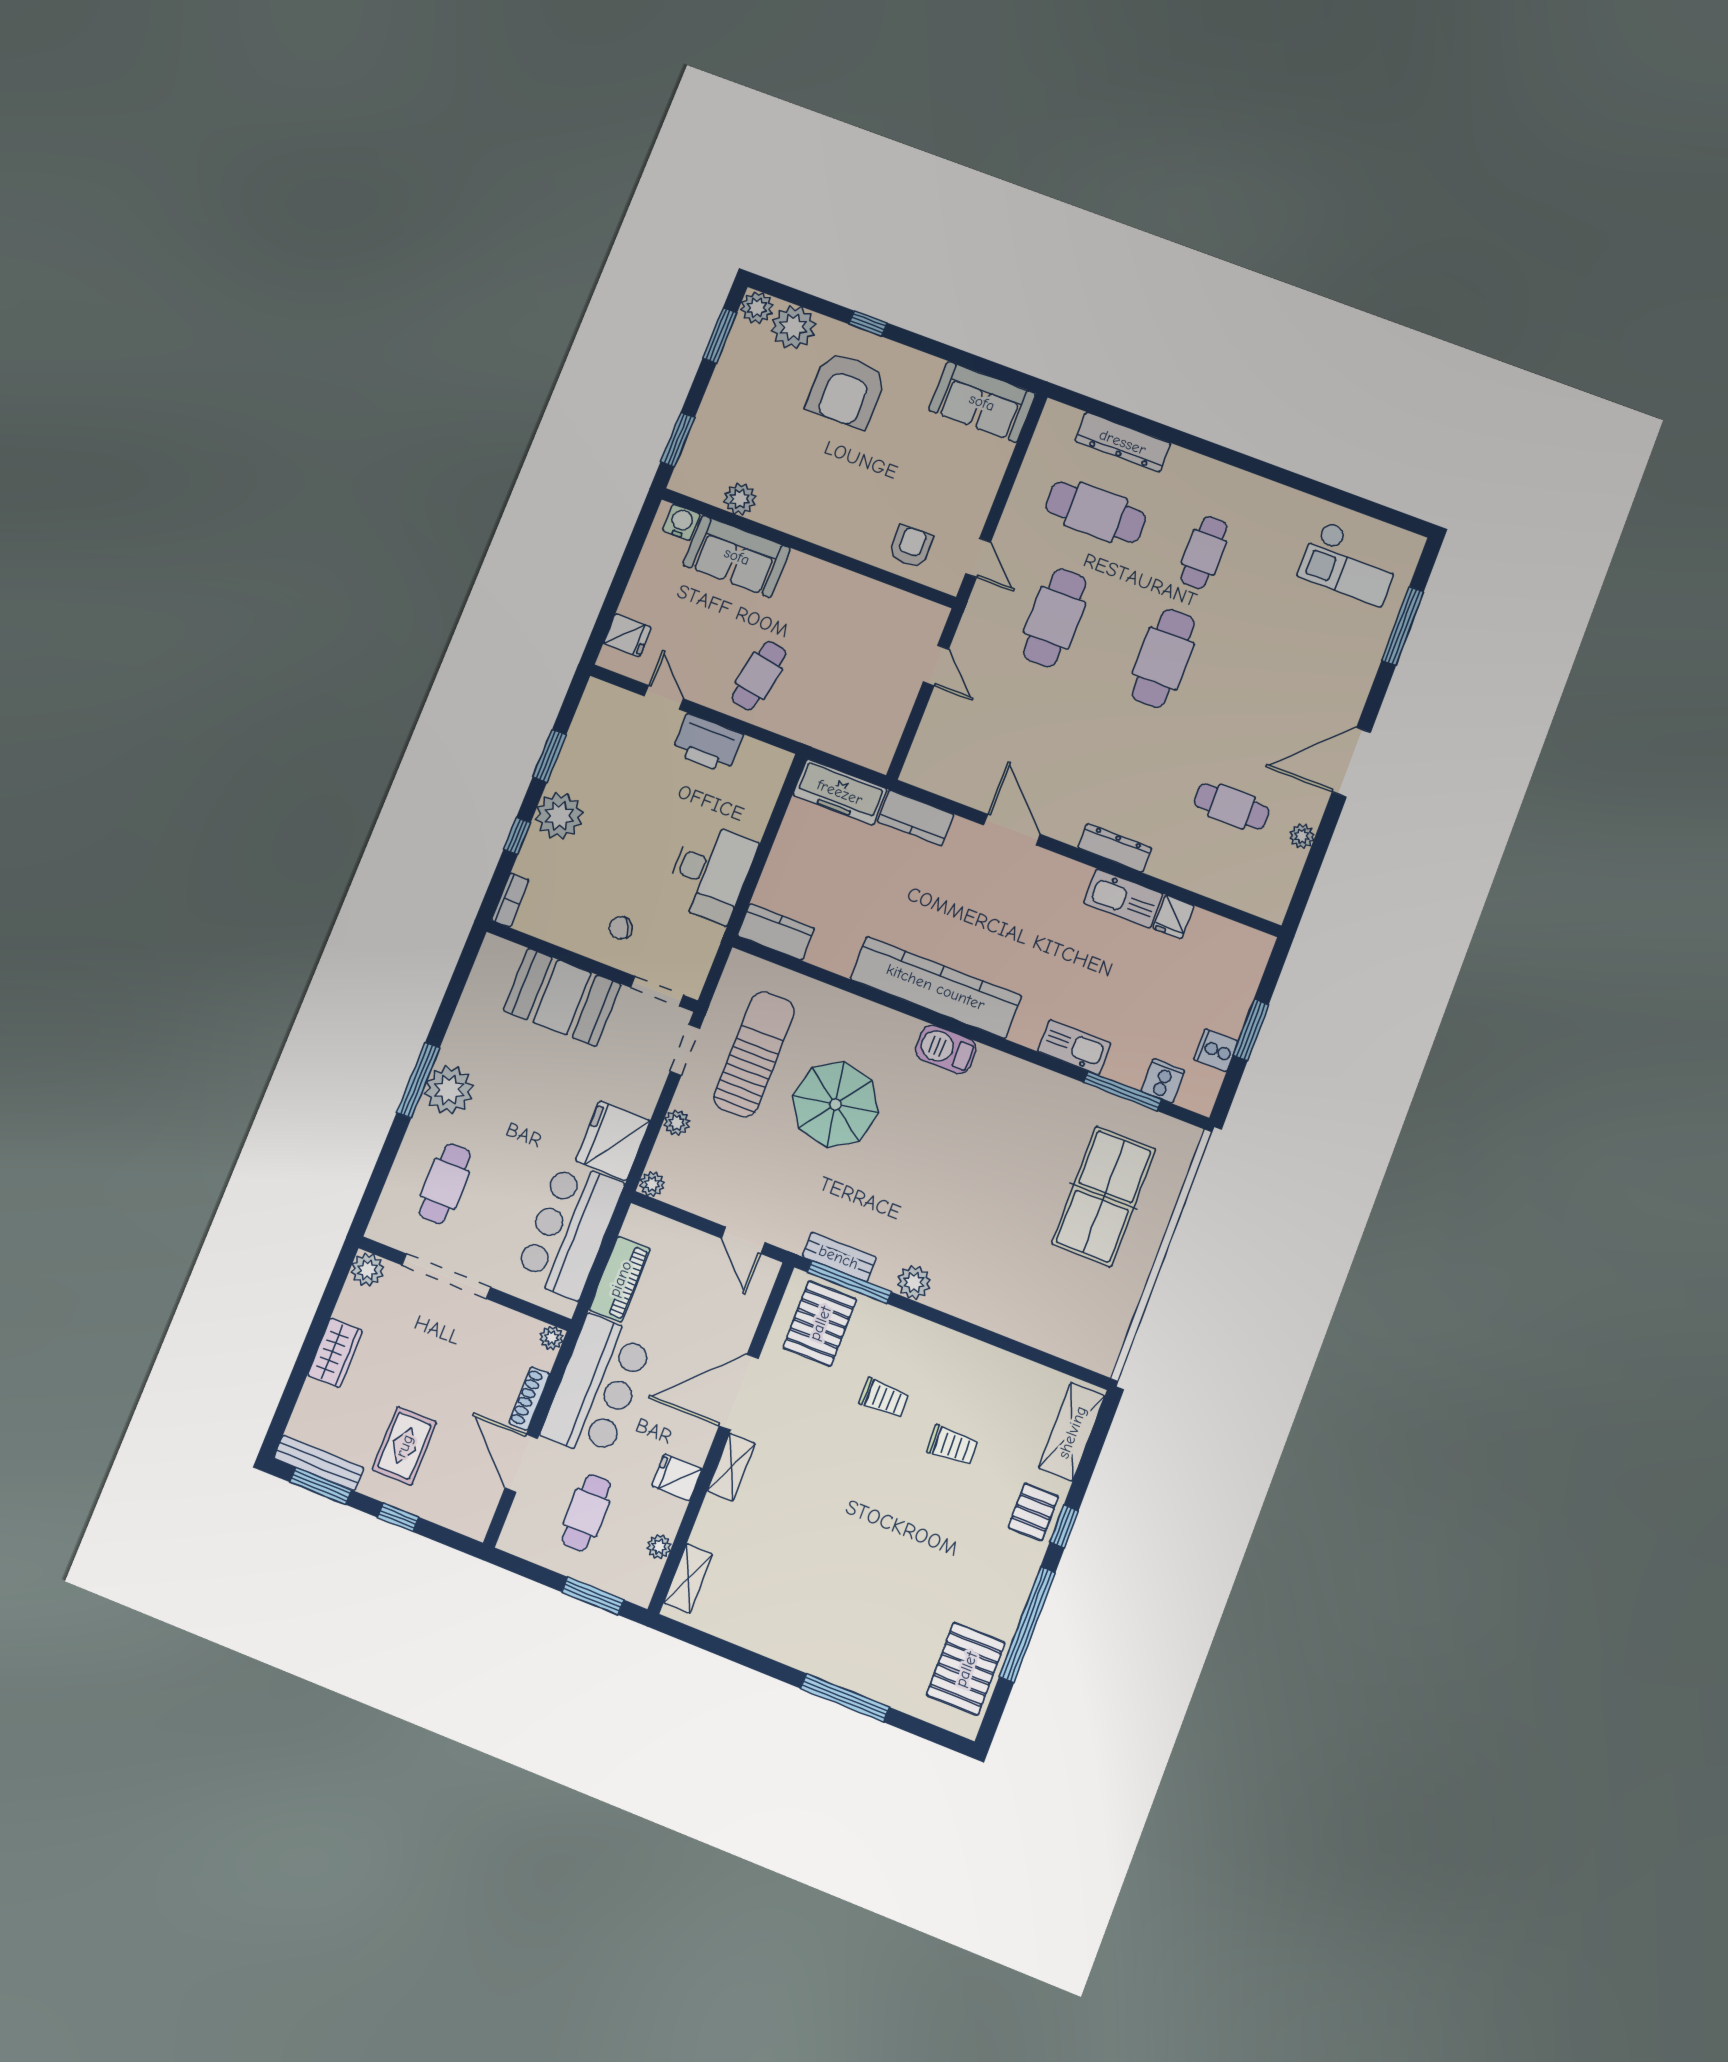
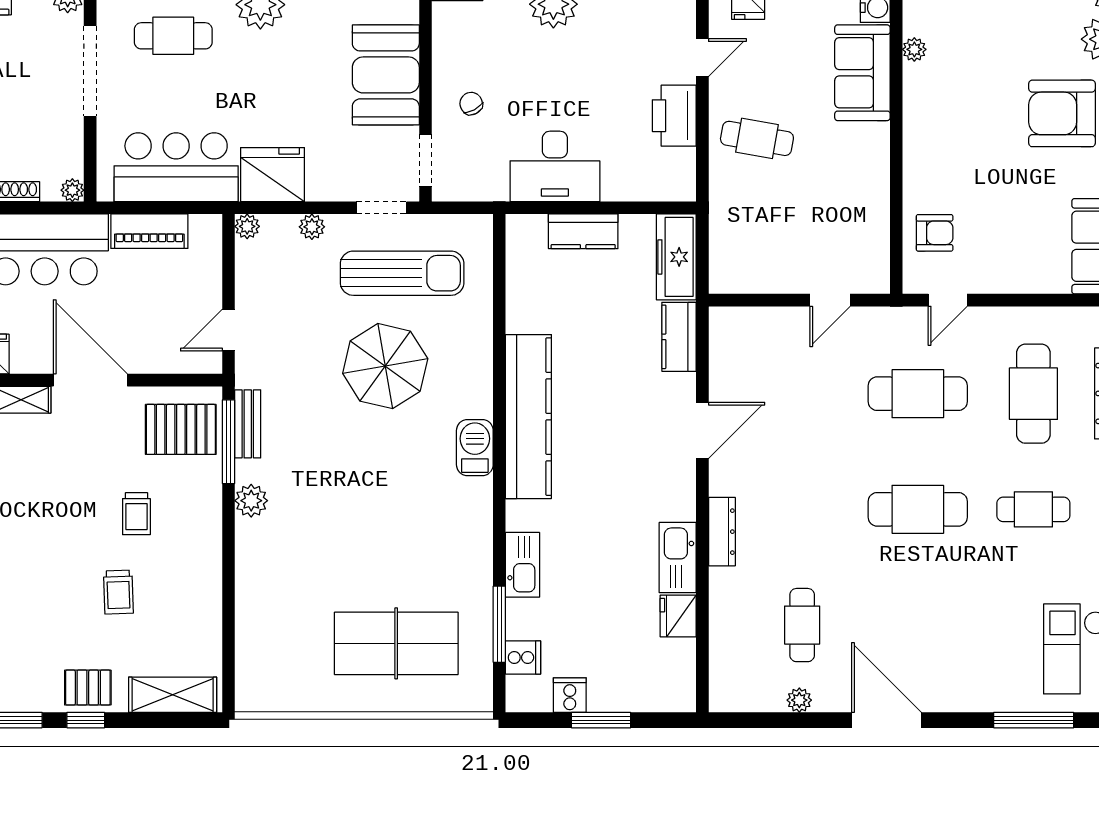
plant: (740, 499) -> (914, 49), width x0.73, depth x0.73
fridge: (1173, 917) -> (678, 616), width x1.38
kitchen counter: (776, 932) -> (583, 231), moved, turned 90

